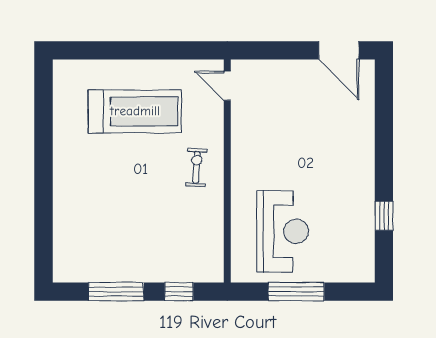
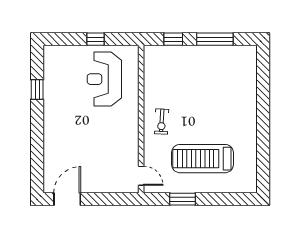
window: (165, 50) -> (183, 199), added
door: (339, 50) -> (67, 199), hinge flipped
window: (296, 292) -> (95, 39), width x0.46

